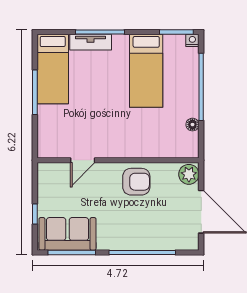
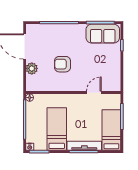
tv unit: (91, 42) -> (84, 146), width x1.41
door: (83, 160) -> (94, 93), moved
wall: (118, 160) -> (73, 93), moved

